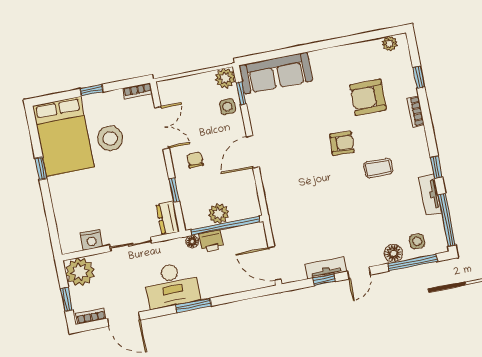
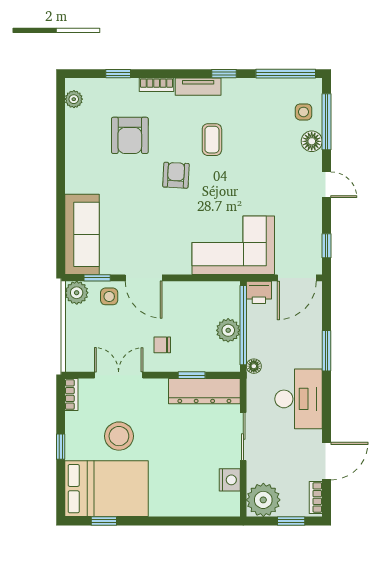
door: (253, 152) -> (144, 278), moved
window: (41, 168) -> (104, 521), moved
tv unit: (430, 195) -> (198, 87), moved
corner sofa: (292, 204) -> (233, 245), added
dresser: (168, 218) -> (204, 391), width x1.96, depth x1.24
printer: (211, 241) -> (259, 292), moved, turned 90
tv unit: (326, 268) -> (313, 221), removed
window: (324, 280) -> (326, 246), moved
window: (194, 305) -> (326, 351), moved

